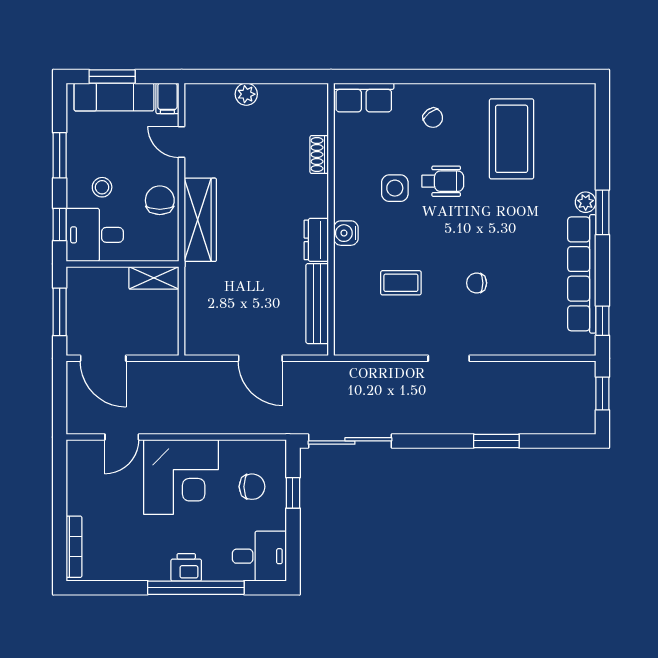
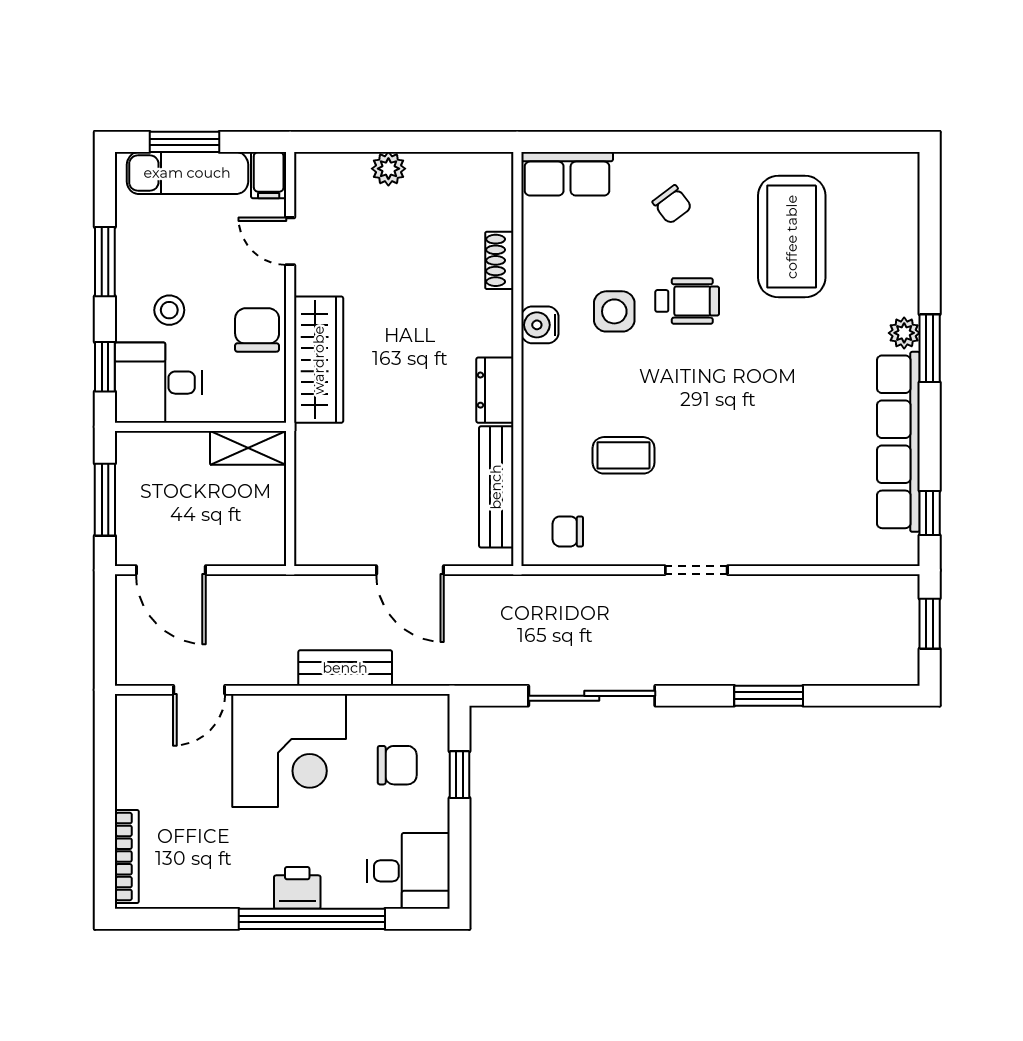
water cooler: (346, 233) -> (540, 325), moved
chair: (477, 283) -> (568, 531), moved
bench: (218, 423) -> (345, 668), added
sliding door: (350, 441) -> (592, 696), moved

